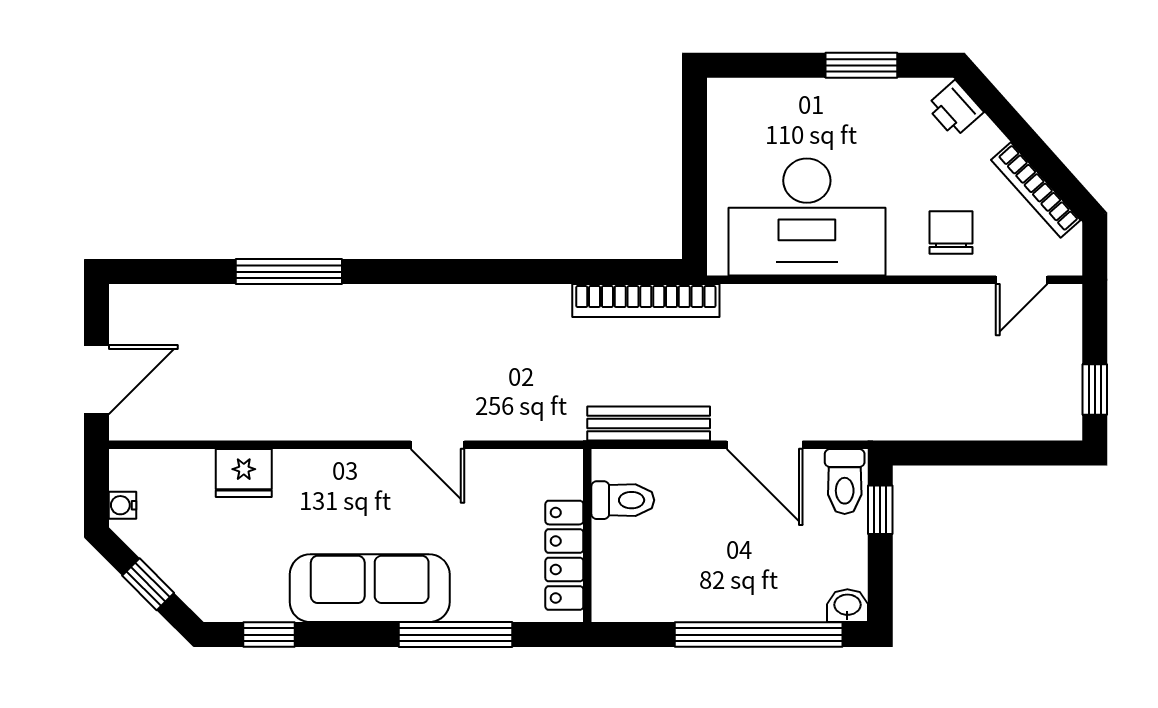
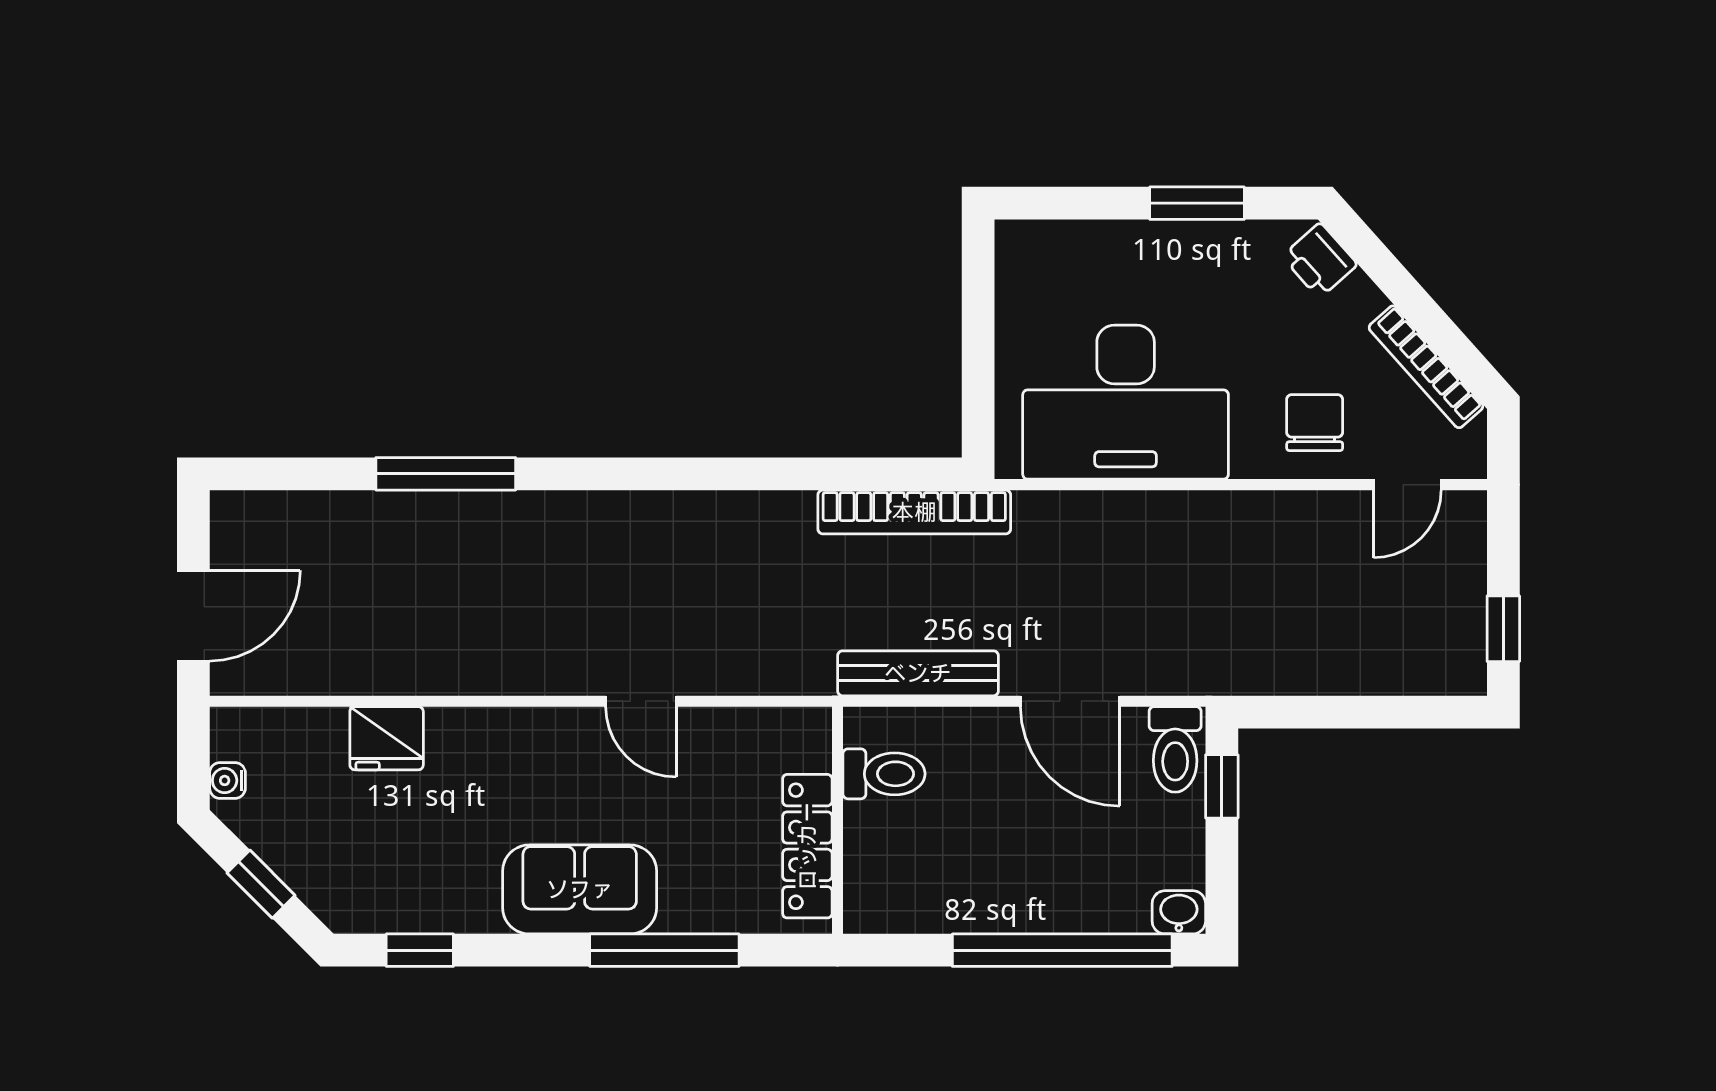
sofa: (370, 588) -> (580, 889), width x0.73

